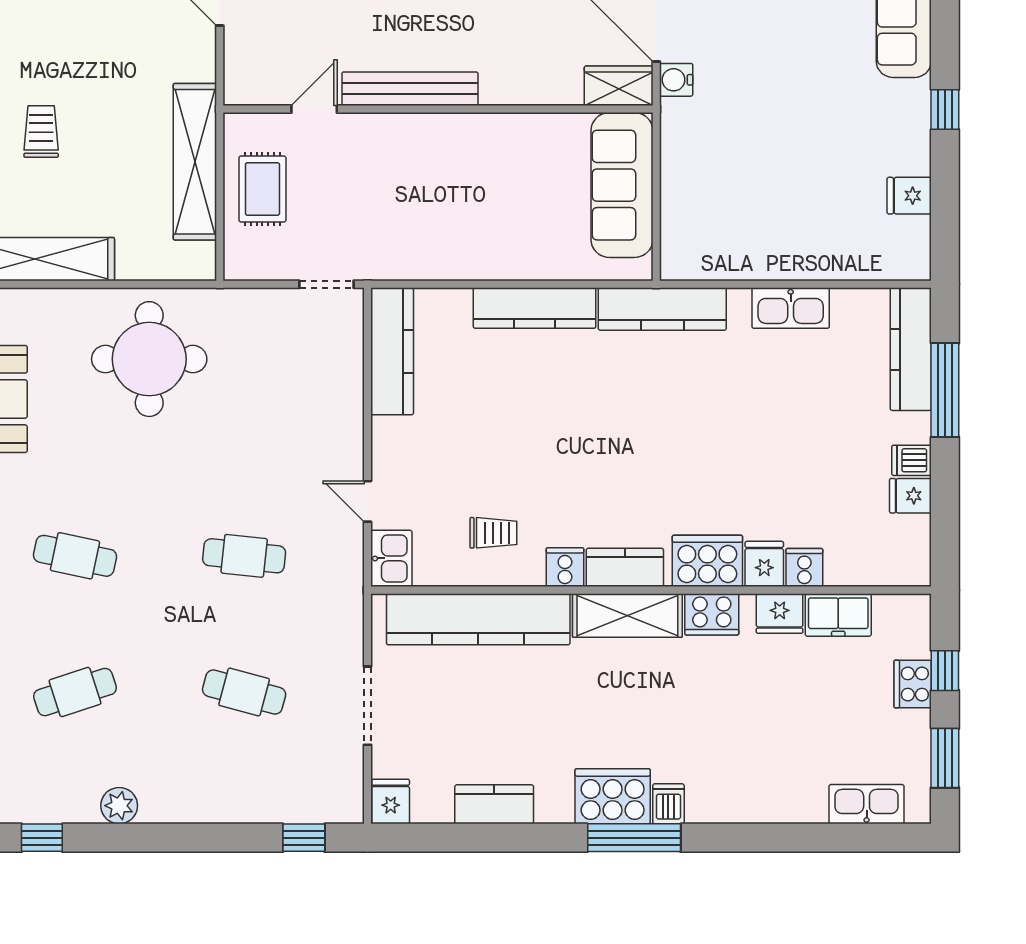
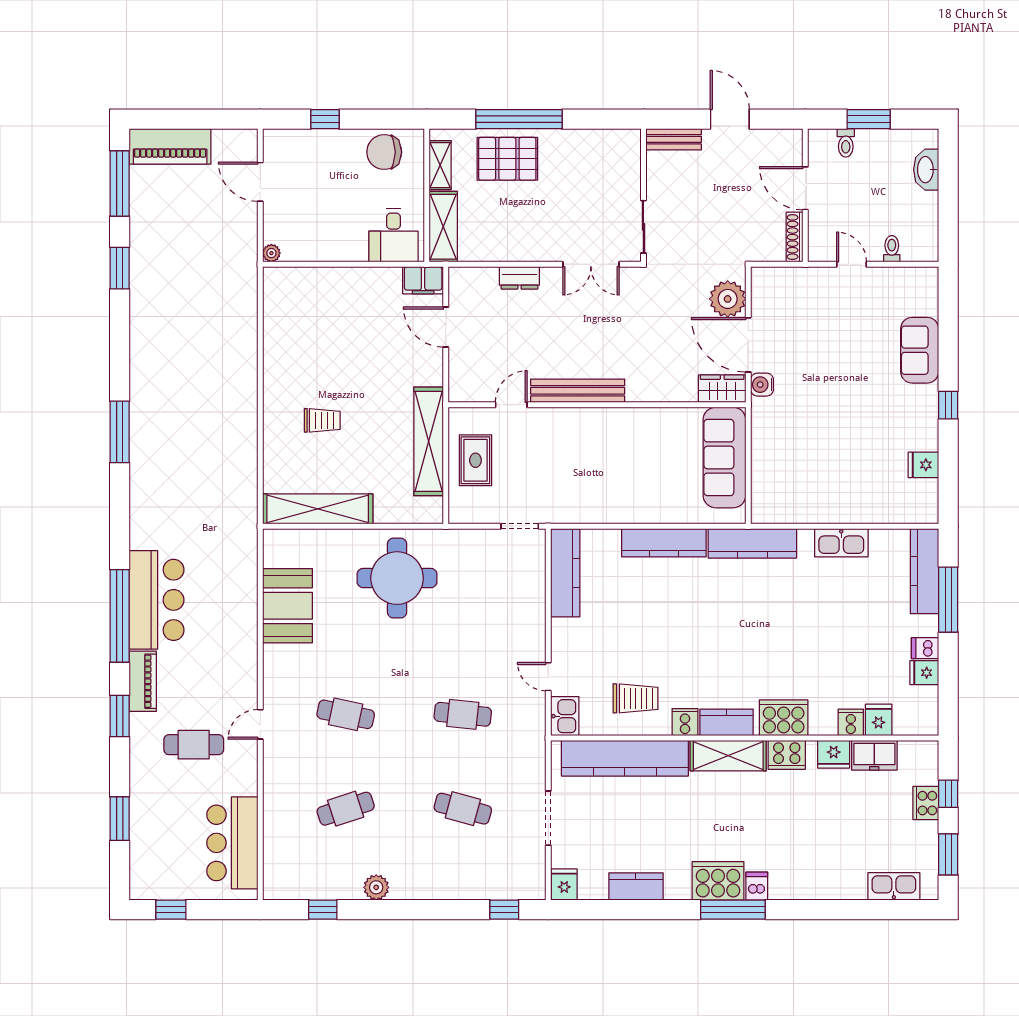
trolley: (41, 131) -> (322, 420), turned 90
trolley: (493, 533) -> (635, 698), width x1.36, depth x1.39
fridge: (764, 564) -> (879, 720), moved

